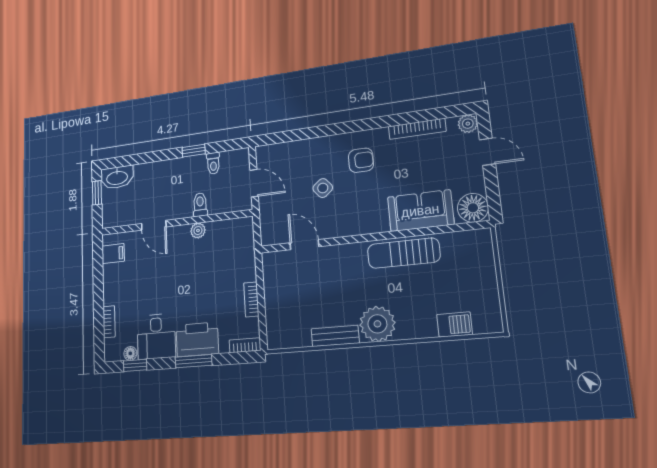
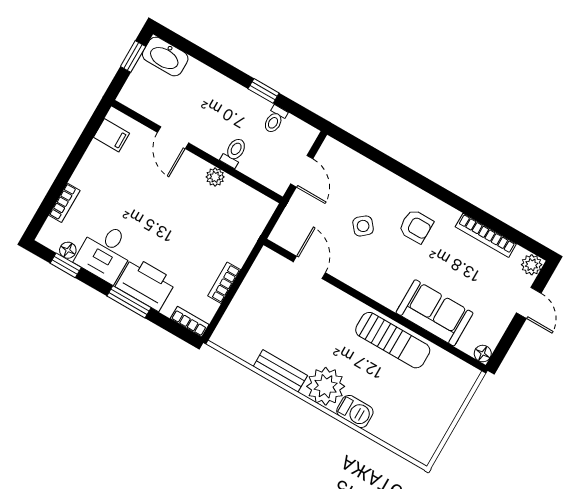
floor lamp: (473, 208) -> (483, 354), width x0.53, depth x0.53
sun lounger: (404, 253) -> (393, 340), turned 180
barbecue: (455, 325) -> (355, 411), moved

